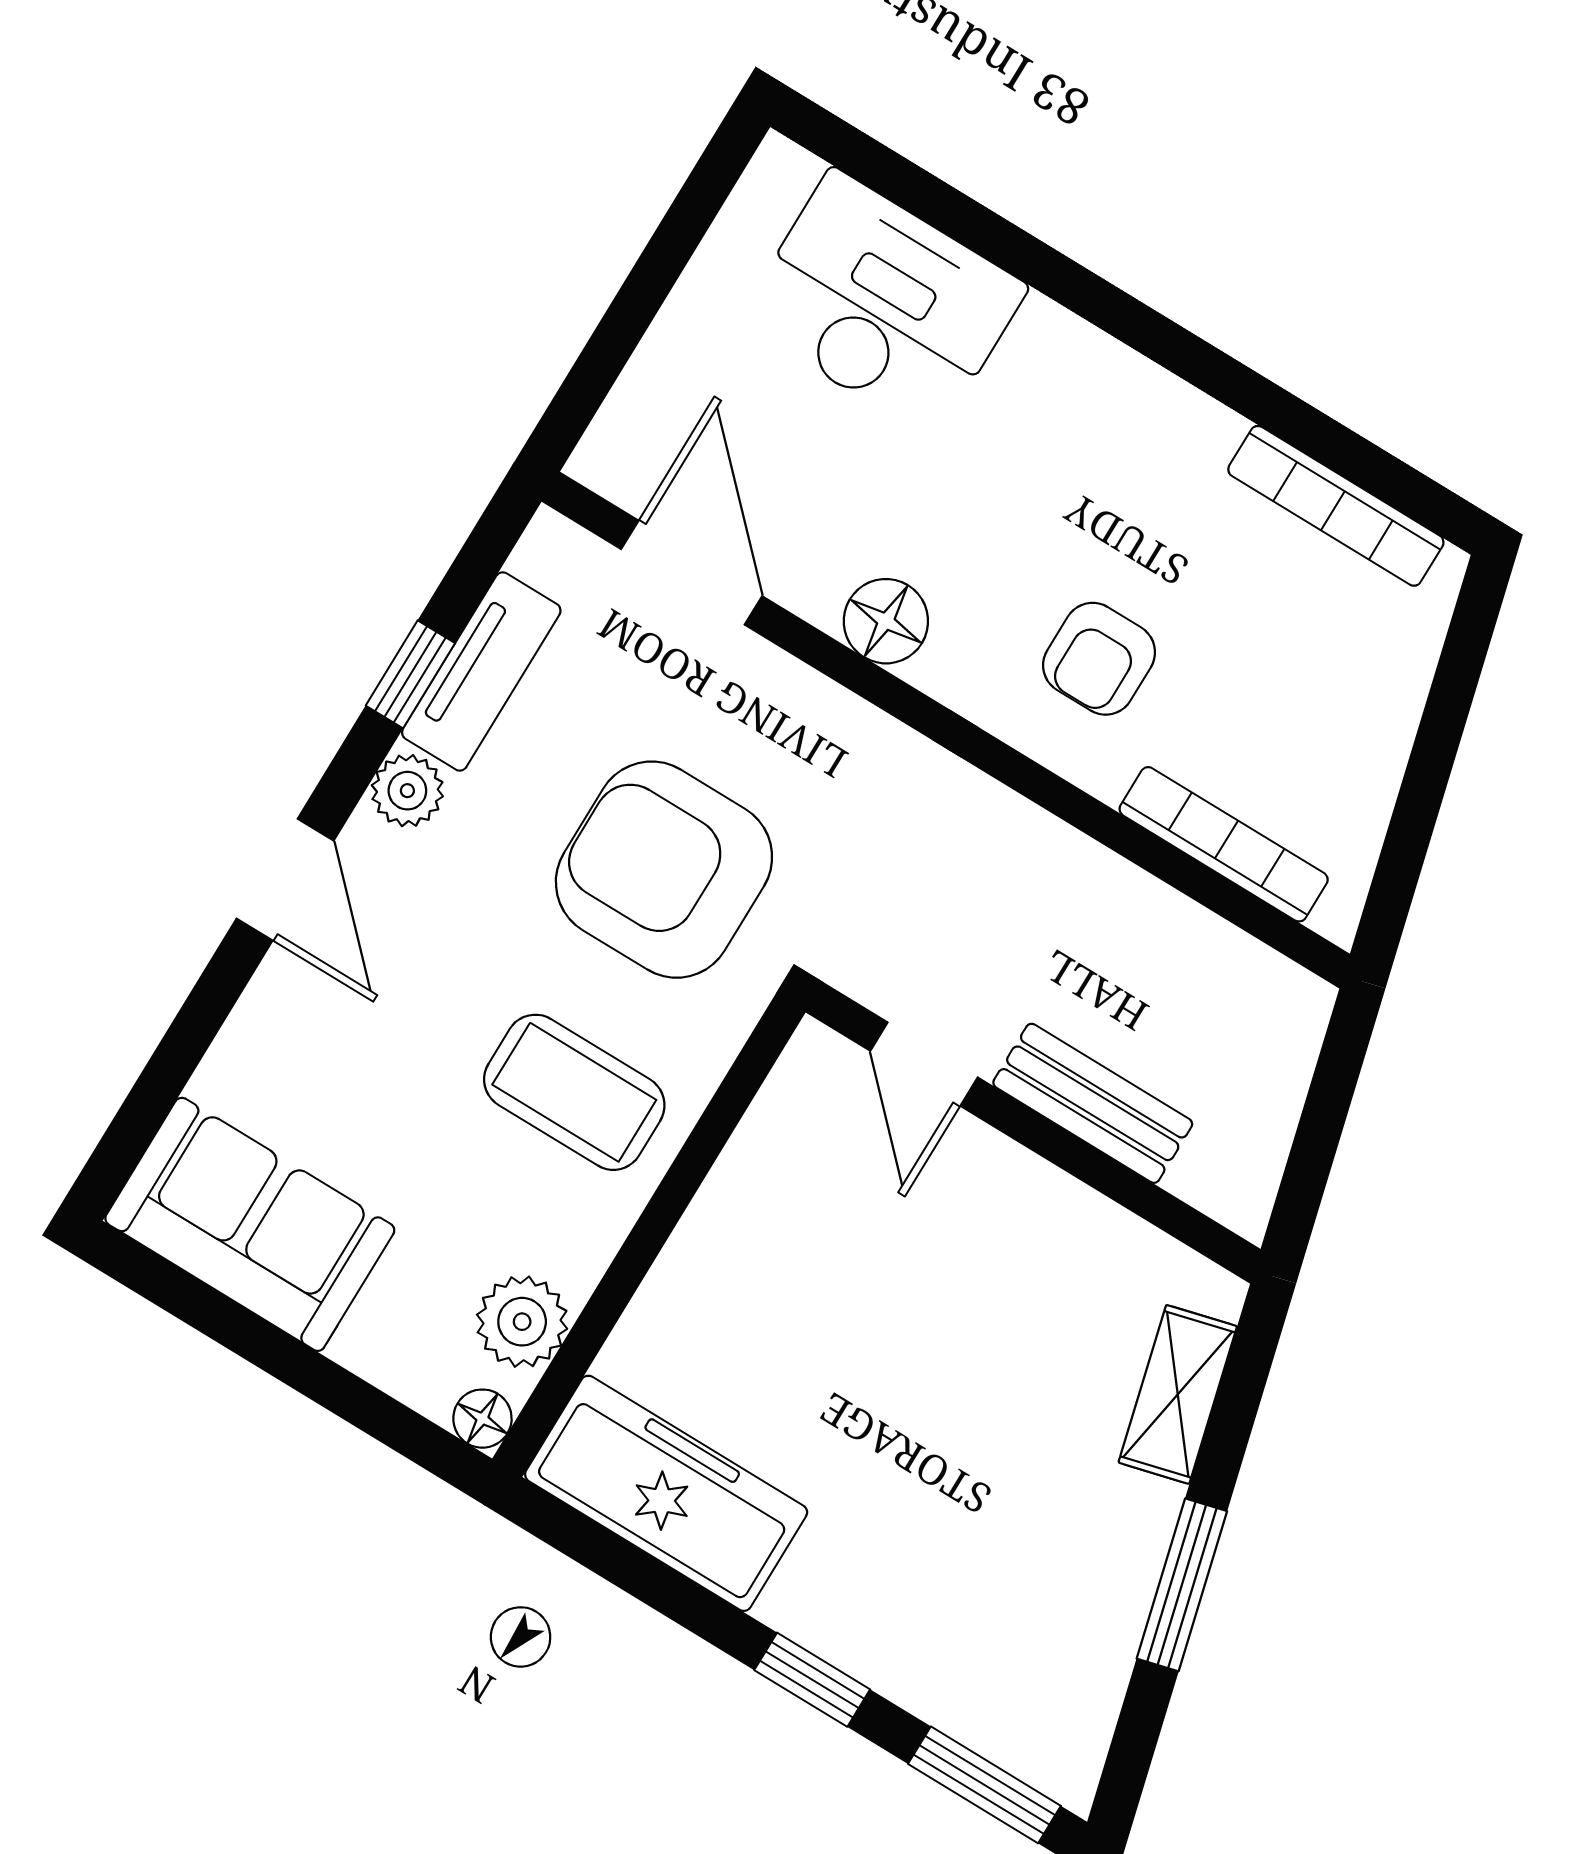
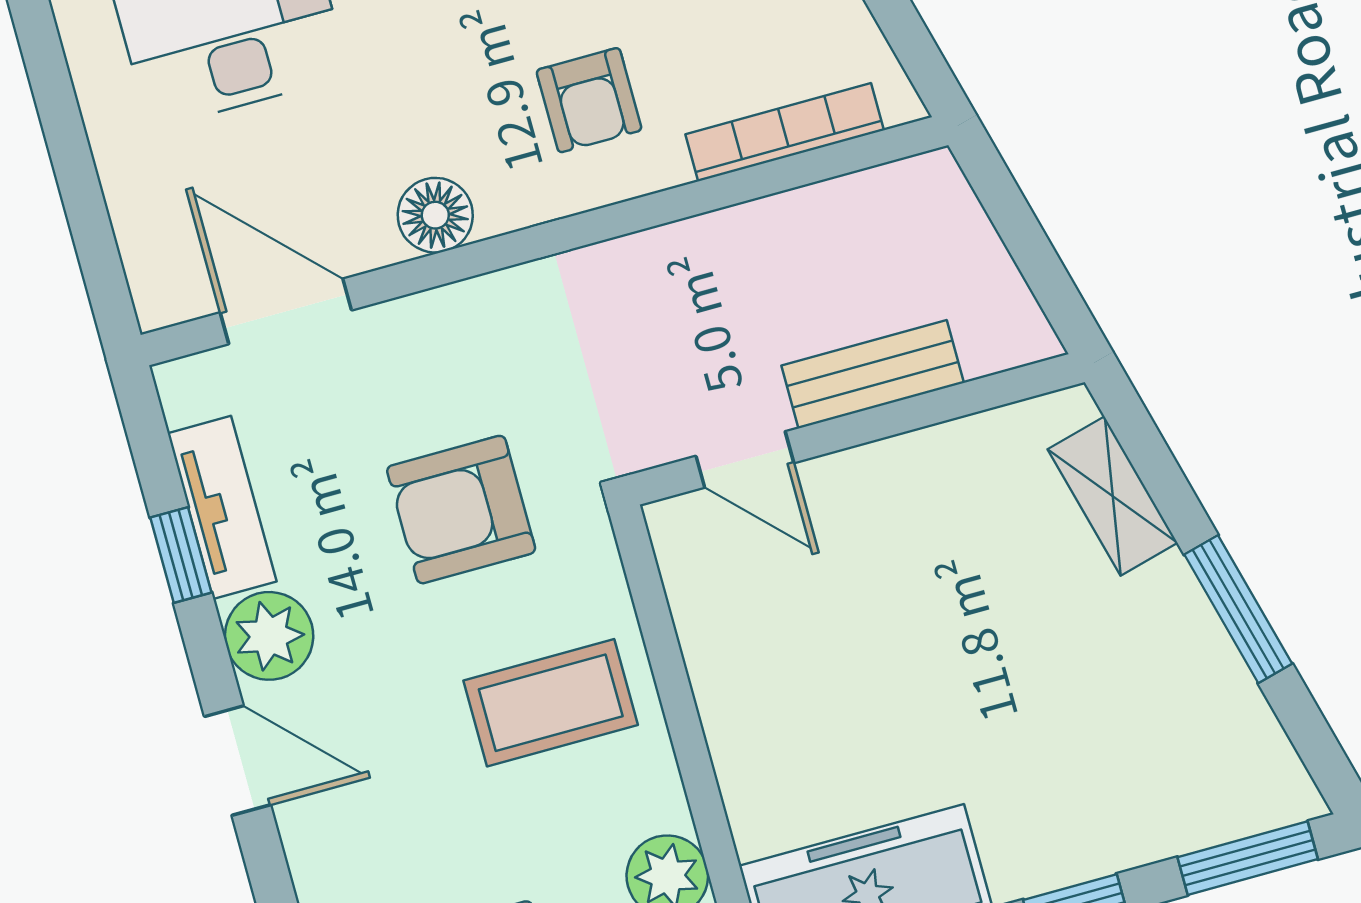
plant: (407, 791) -> (269, 636), width x1.38, depth x1.38
armchair: (664, 870) -> (461, 510), width x0.73, depth x0.73

